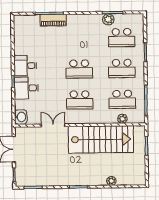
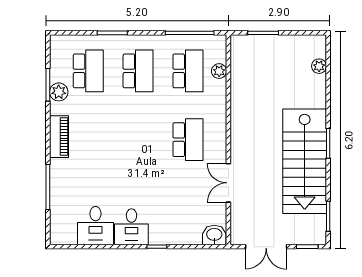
piano: (53, 20) -> (59, 137), moved
school desk: (79, 69) -> (138, 140), removed
desk: (26, 88) -> (95, 226), moved
stairs: (101, 139) -> (305, 161), moved, turned 180
plant: (111, 181) -> (319, 66), moved

